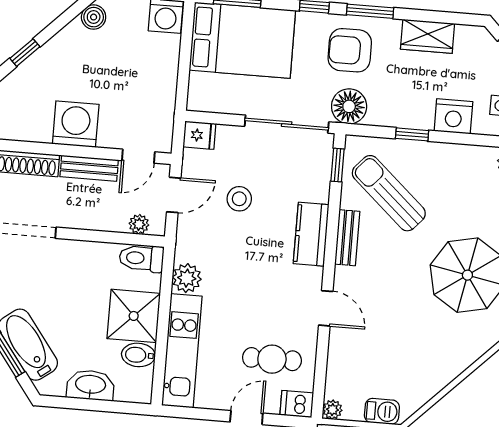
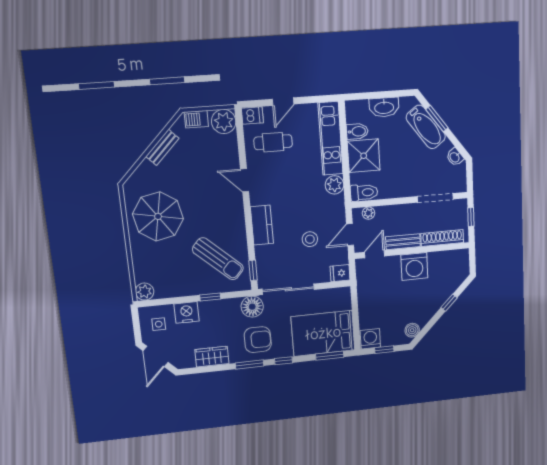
bench: (347, 238) -> (162, 147), moved, turned 45
plant: (332, 410) -> (224, 122), width x1.87, depth x1.87

